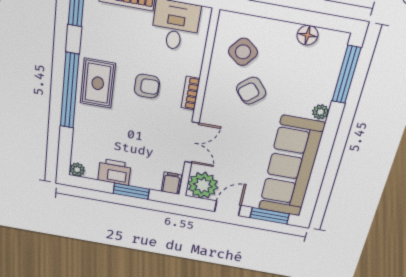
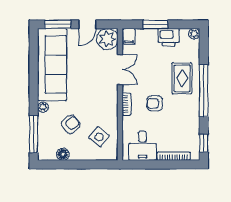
rug: (98, 83) -> (182, 78), moved
armchair: (251, 91) -> (71, 124), moved
double door: (192, 143) -> (120, 70), swing flipped

